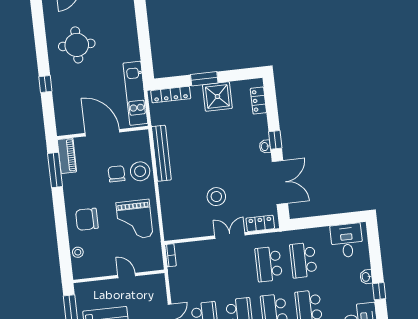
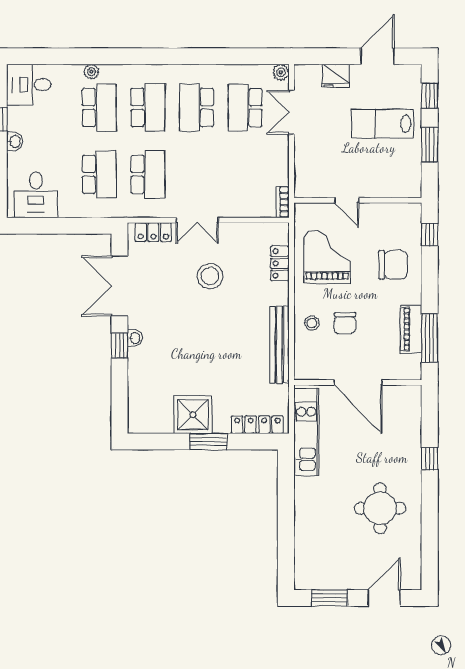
locker: (258, 101) -> (280, 263), moved, turned 180
piano: (67, 156) -> (411, 329), moved
stool: (140, 171) -> (312, 323), width x0.53, depth x0.53
window: (63, 244) -> (430, 235), added
stool: (78, 252) -> (411, 220), removed
wall: (119, 276) -> (358, 200), moved
door: (127, 276) -> (347, 200), moved

